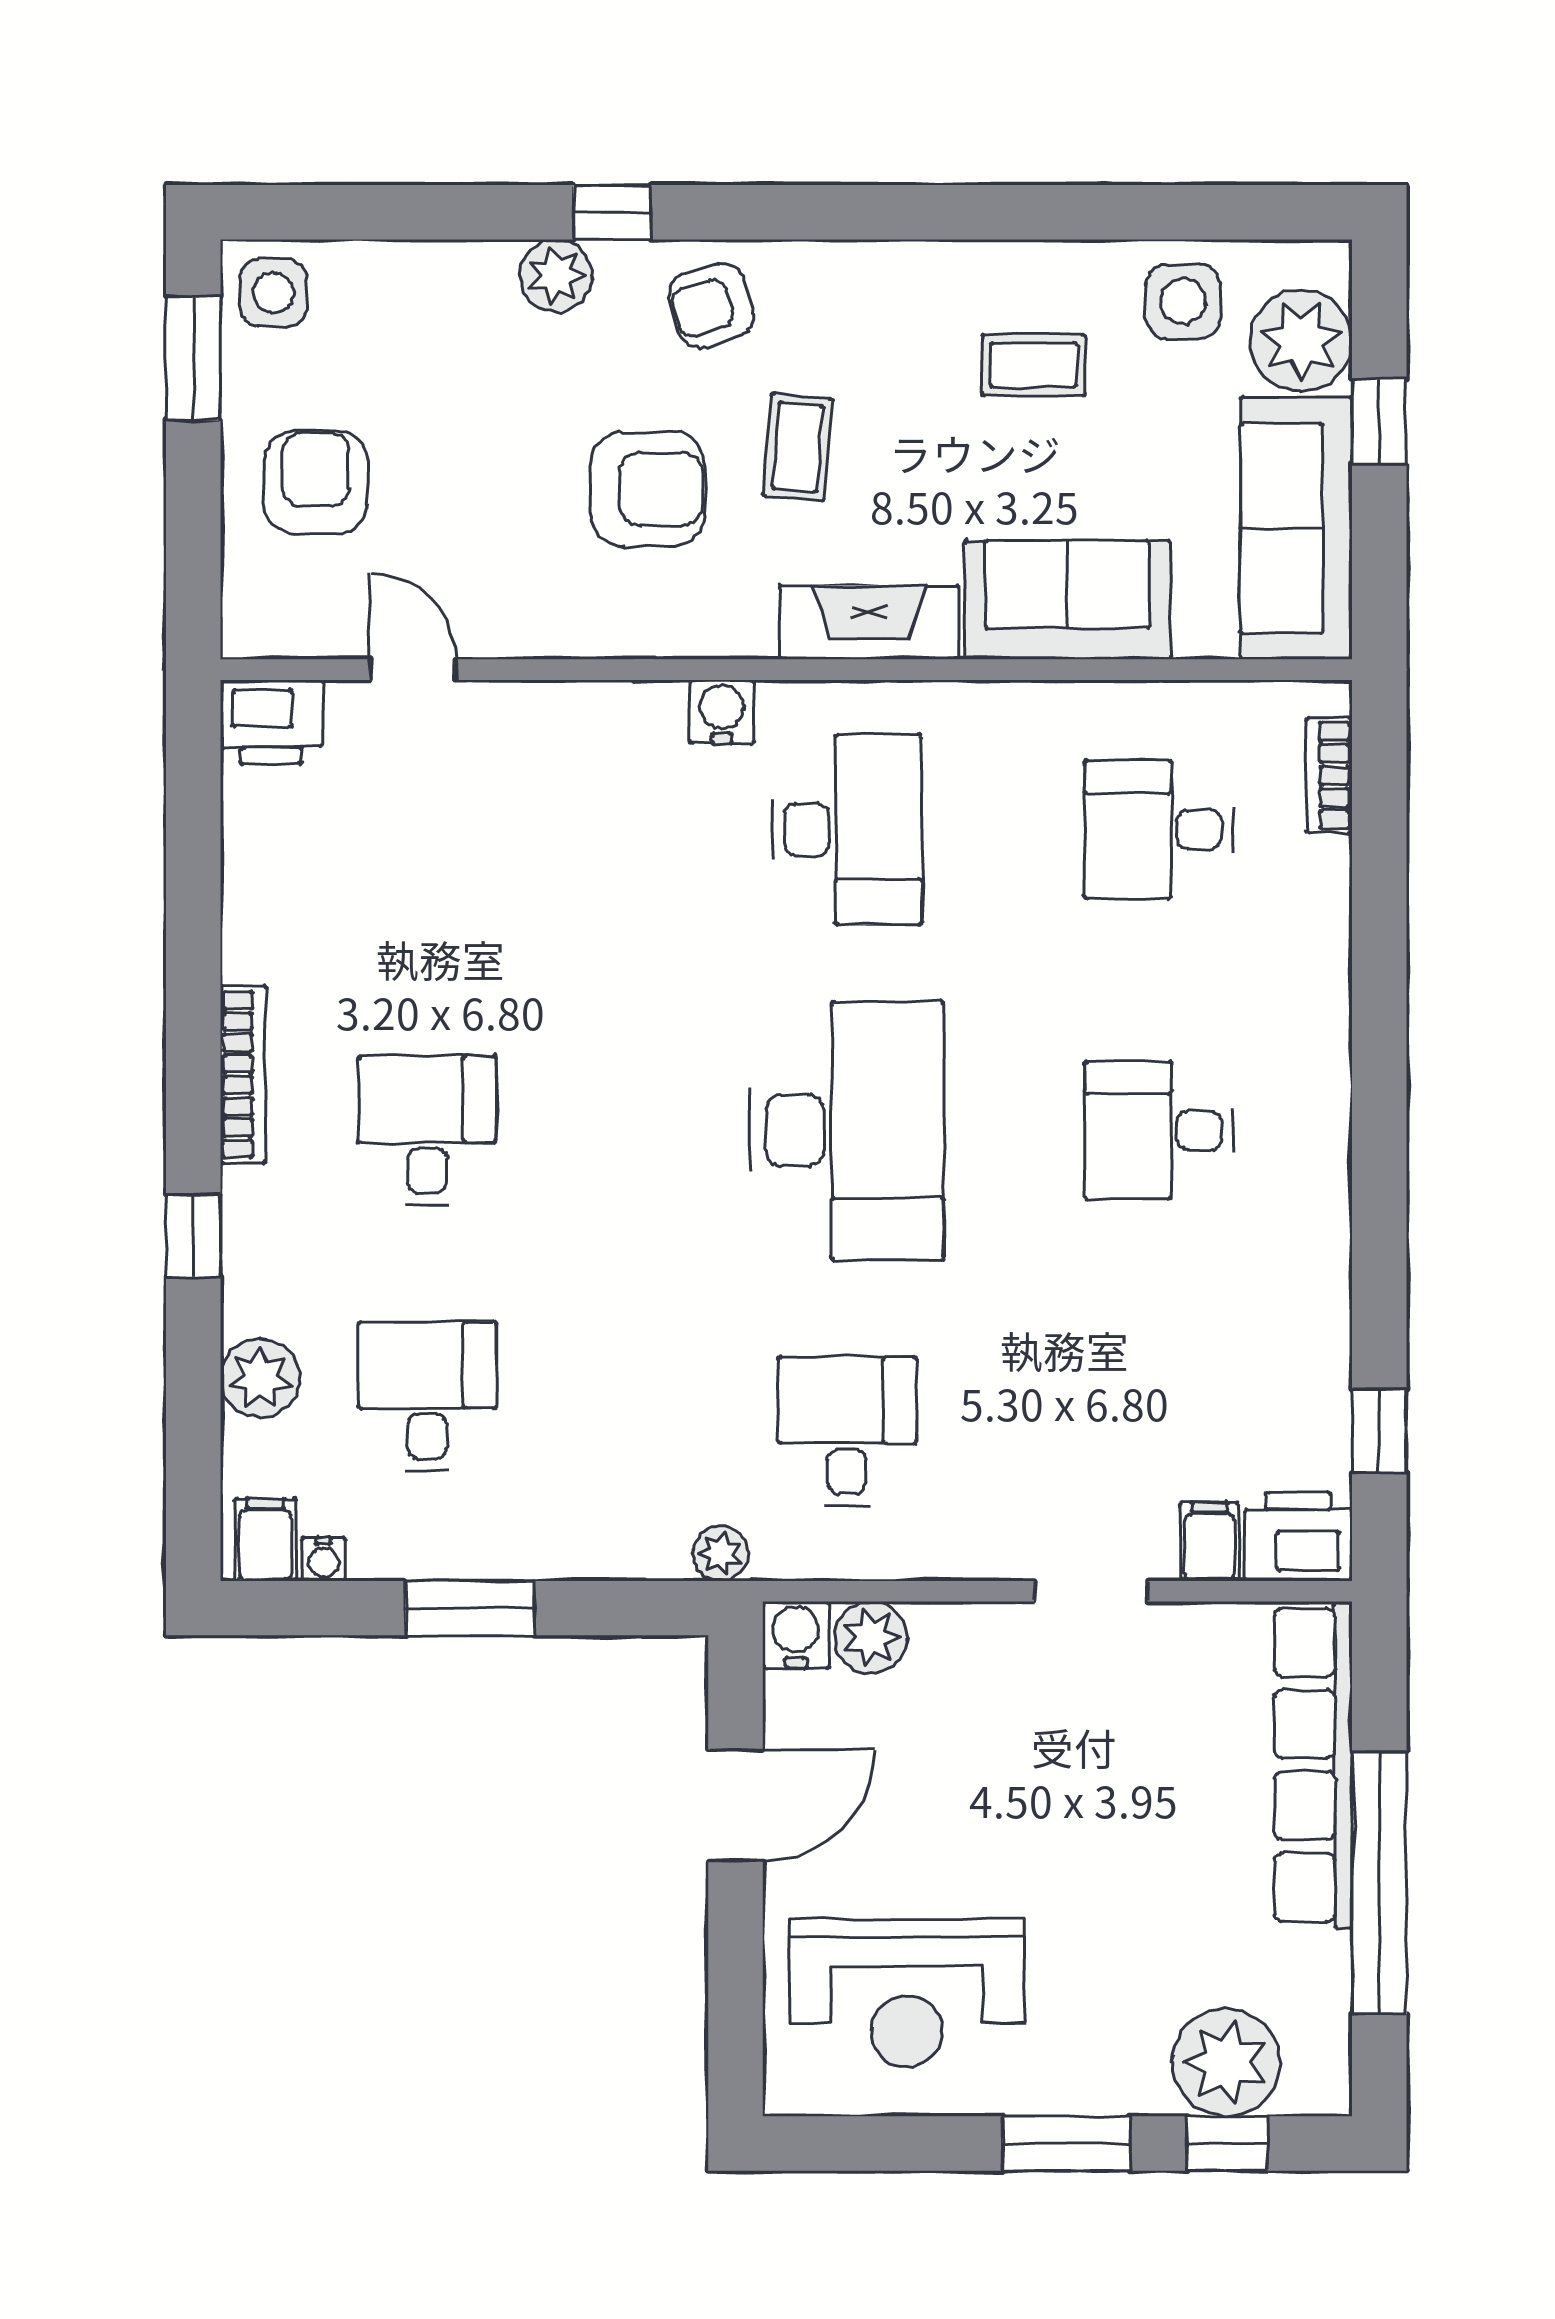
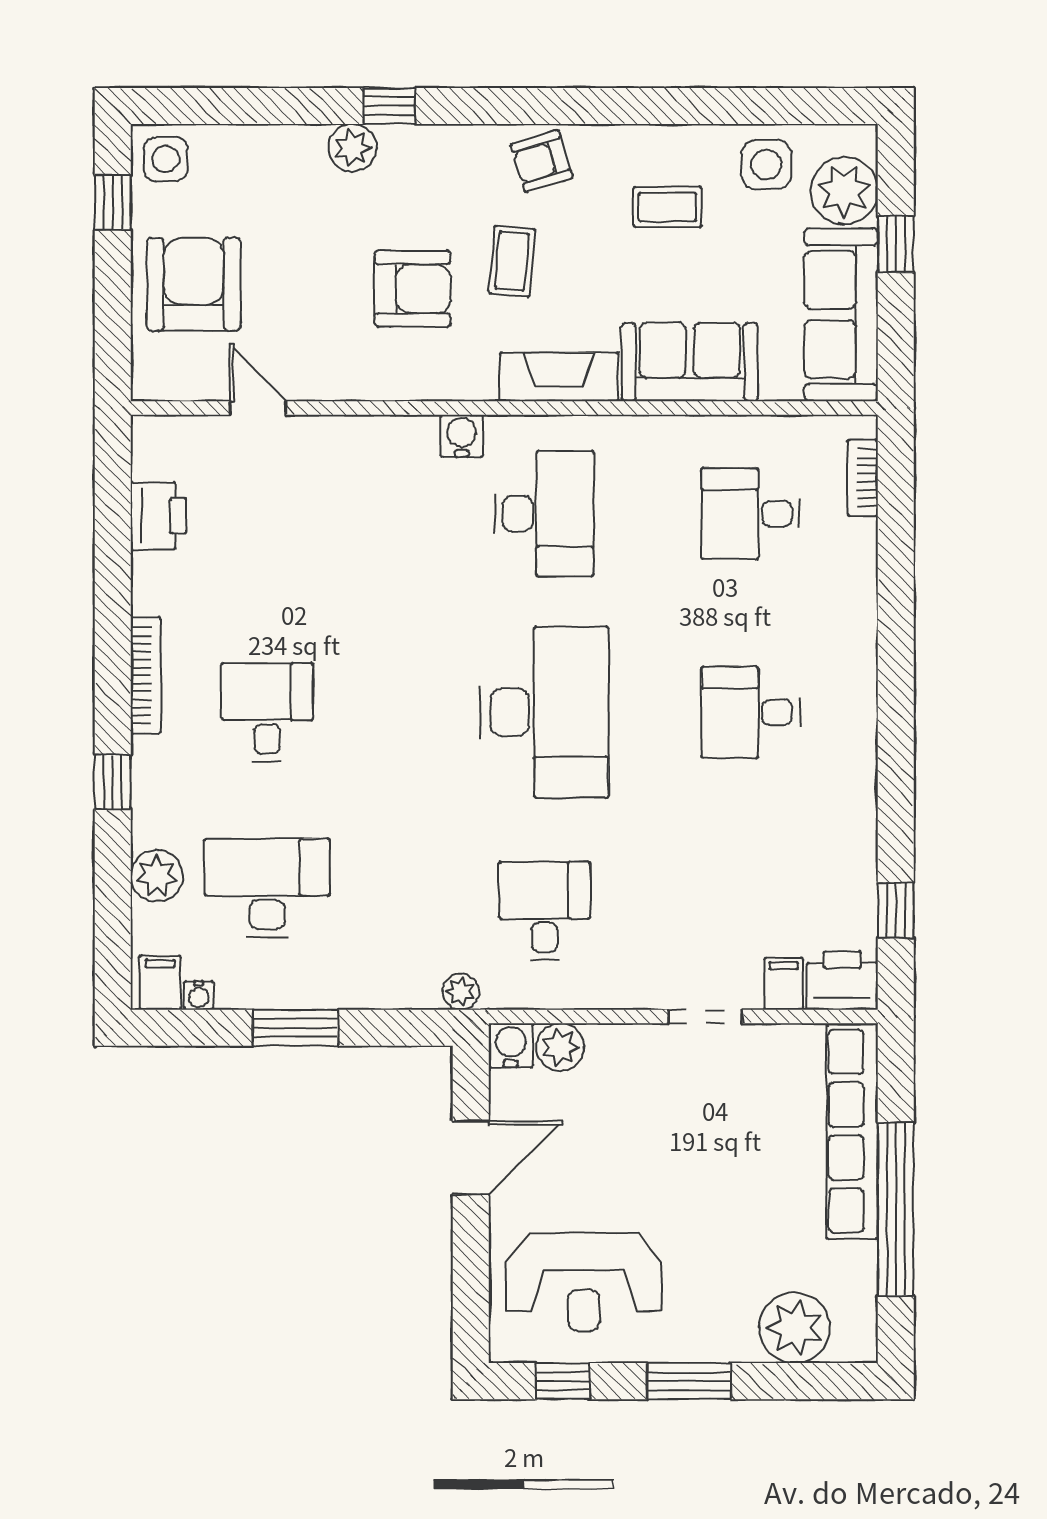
armchair: (711, 305) -> (542, 161), moved
window: (193, 358) -> (113, 202), width x0.67
armchair: (316, 482) -> (194, 284), width x1.36, depth x1.36
printer: (272, 722) -> (159, 516), moved, turned -90
desk: (427, 1396) -> (267, 888), width x1.37
window: (1227, 2143) -> (563, 1381), moved

